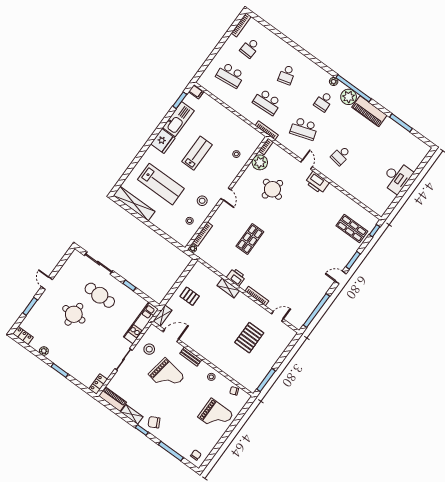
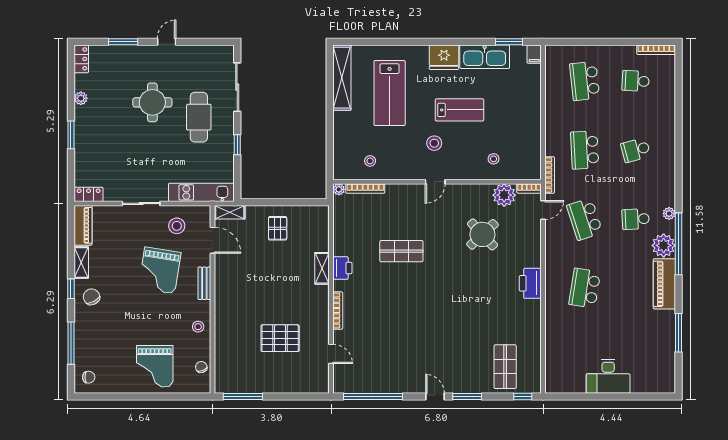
school desk: (341, 156) -> (585, 288), width x1.85
door: (307, 165) -> (543, 210), moved
round table: (272, 189) -> (482, 234), turned 33
stool: (202, 201) -> (434, 143), moved

